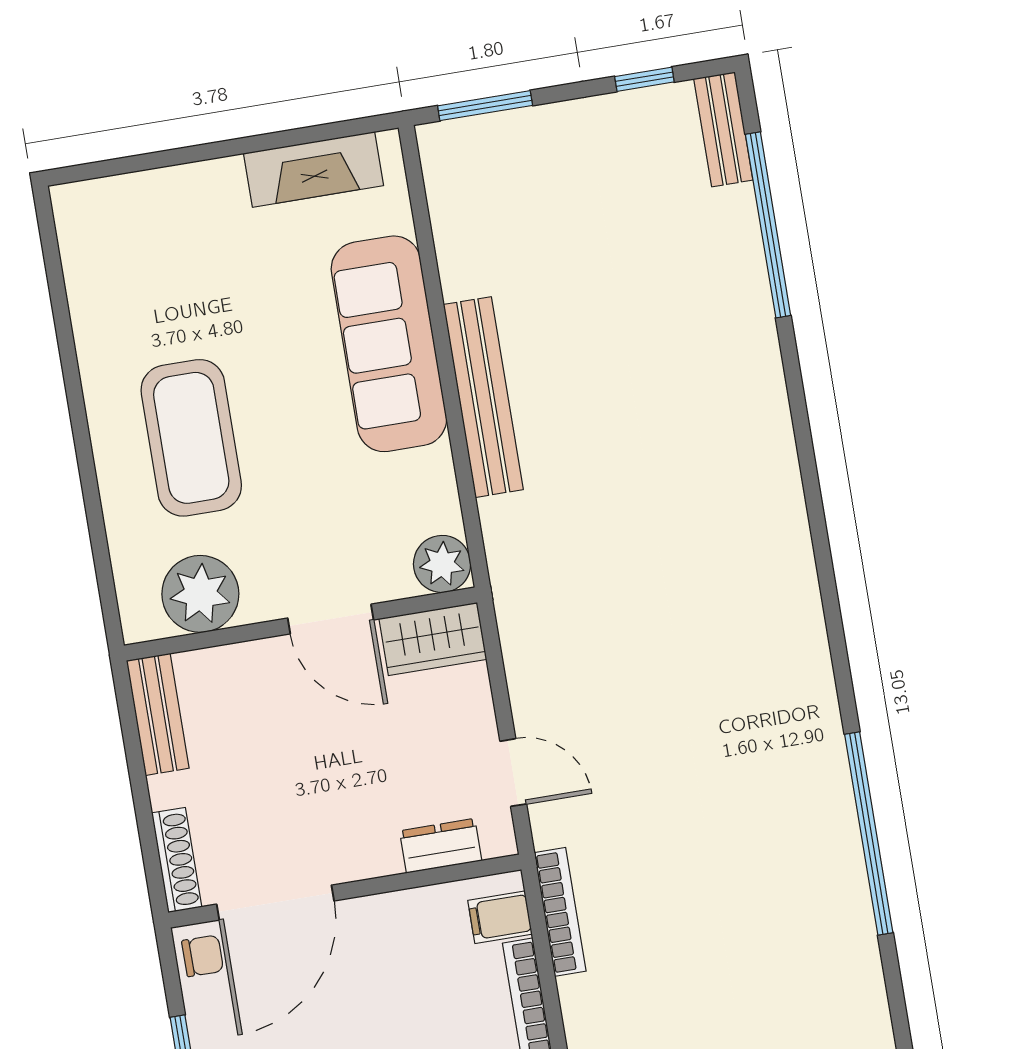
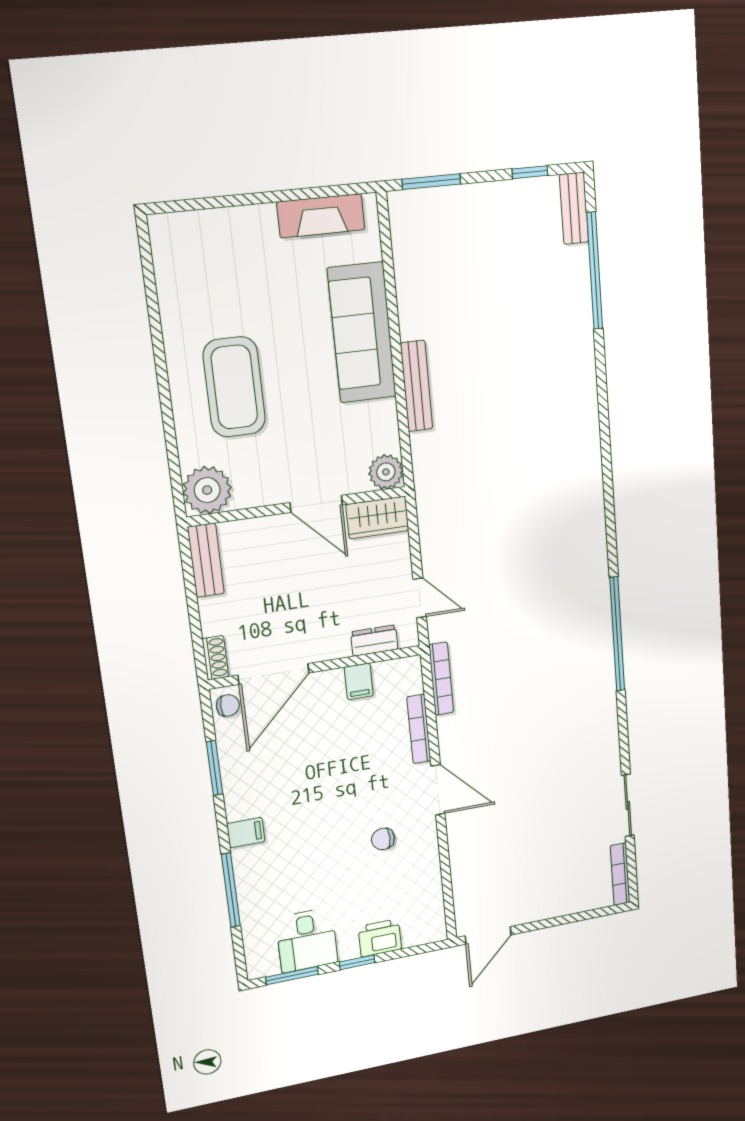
bench: (483, 397) -> (417, 386), width x0.73, depth x0.82
plant: (200, 594) -> (207, 490), moved
shoe rack: (177, 860) -> (215, 658), width x0.70
filing cabinet: (500, 917) -> (359, 681), moved, turned -90

